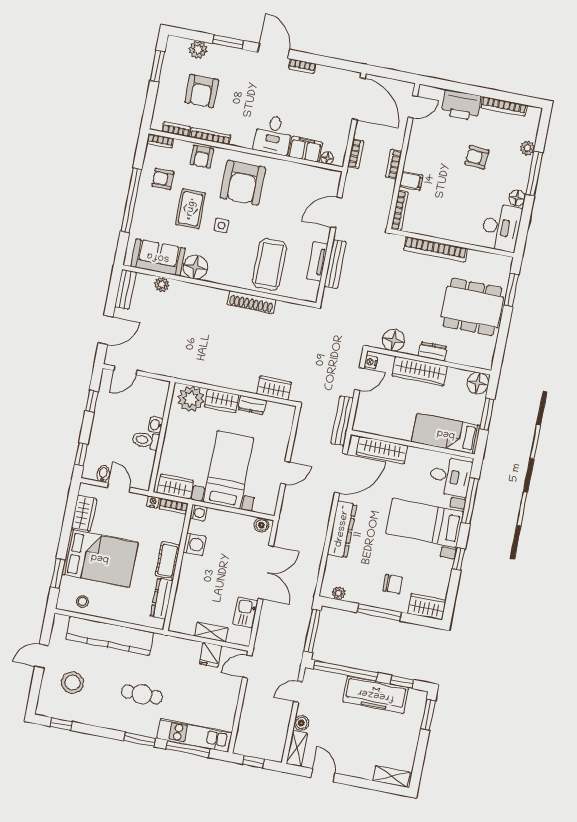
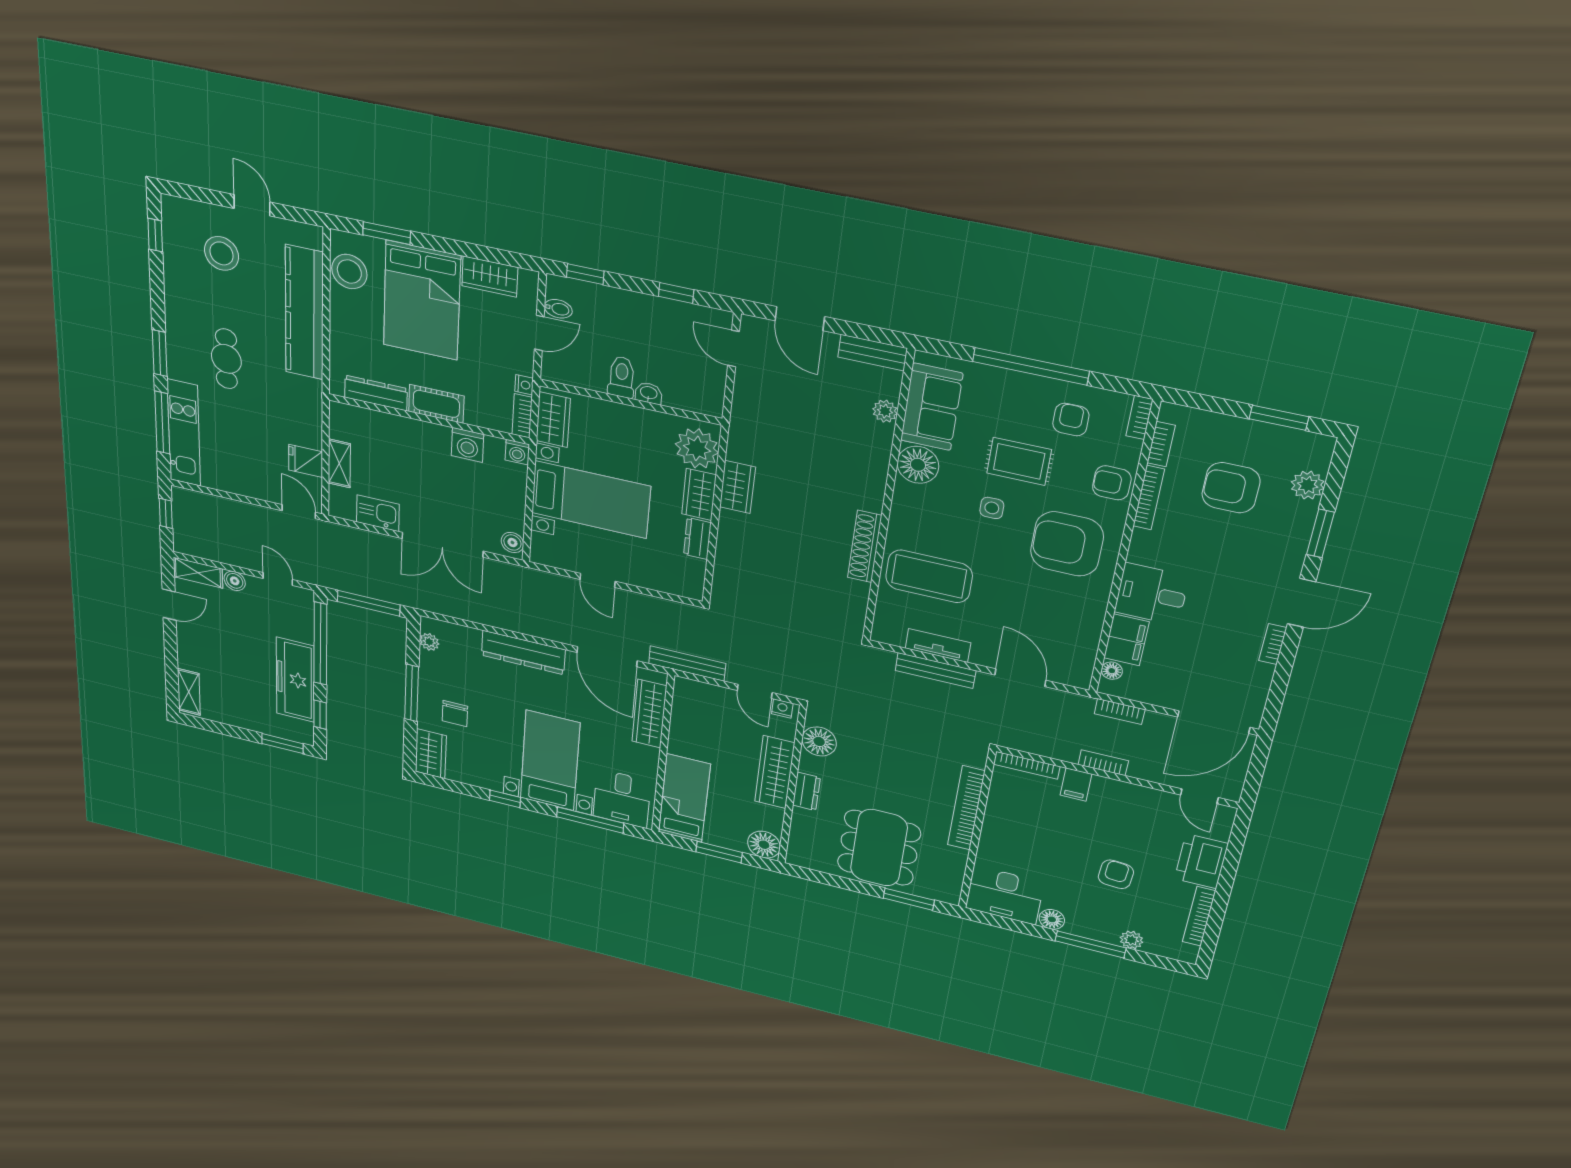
wardrobe: (274, 388) -> (737, 487), moved
stool: (82, 601) -> (349, 272), width x1.89, depth x1.89

